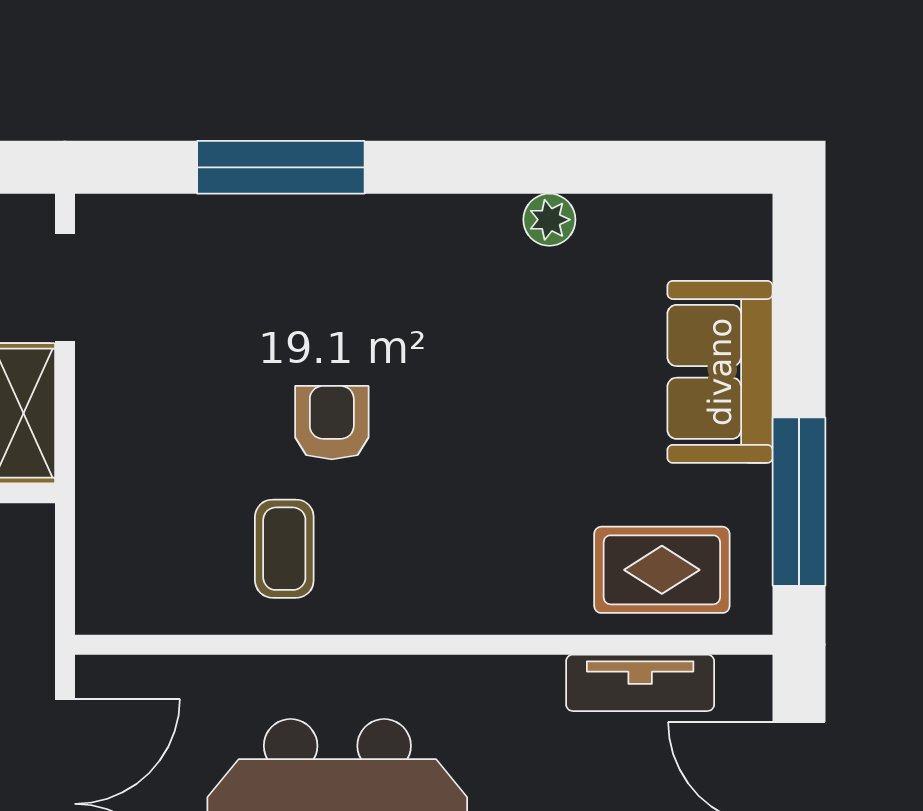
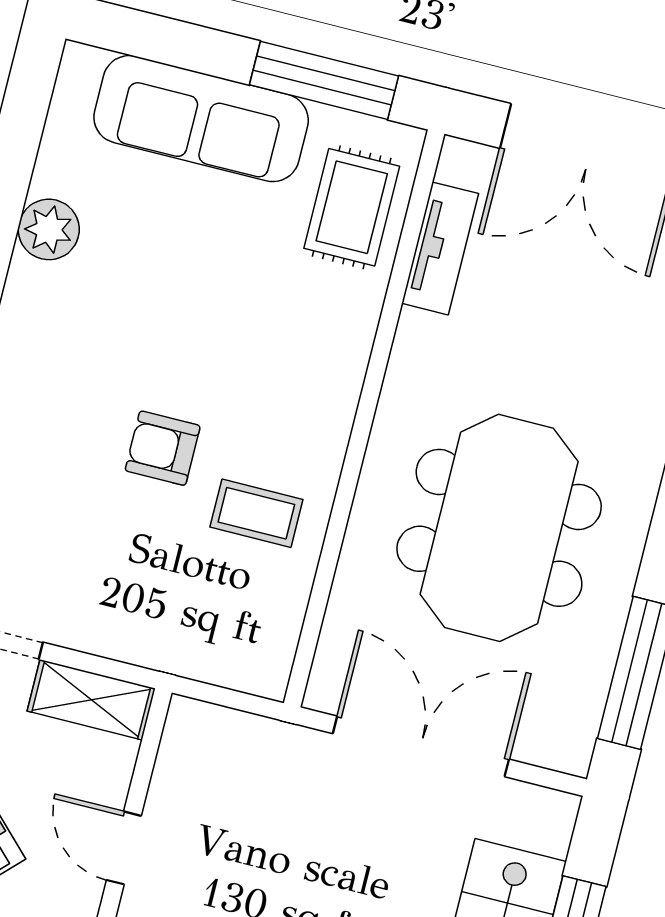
plant: (549, 220) -> (49, 229), width x1.38, depth x1.38
sofa: (720, 372) -> (201, 119), width x1.36

